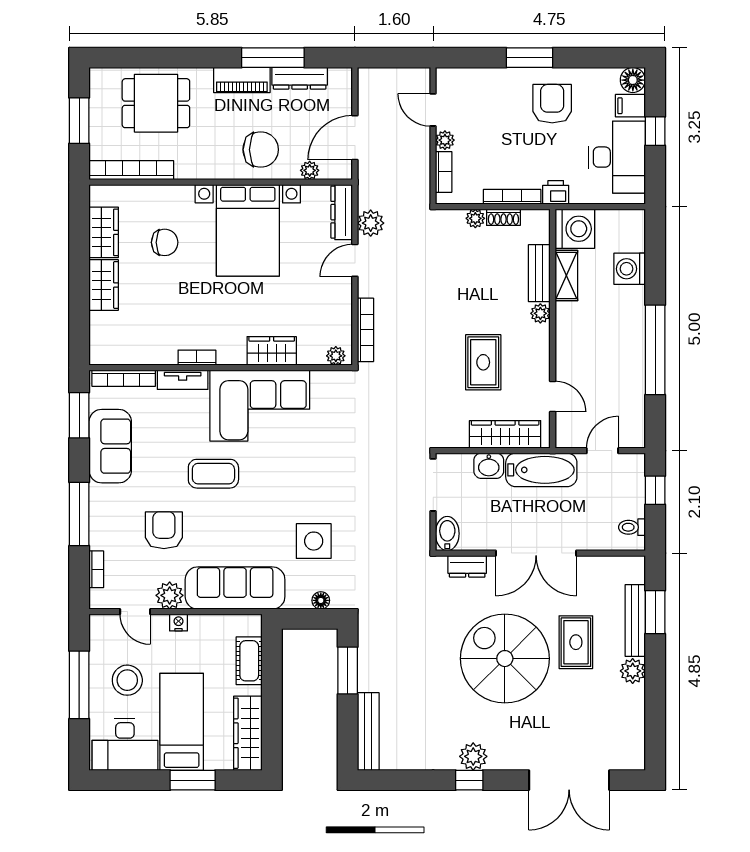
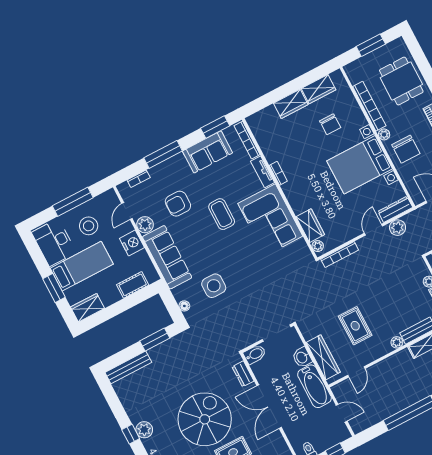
bookcase: (131, 170) -> (369, 106), moved
plant: (310, 170) -> (384, 134), moved
door: (355, 260) -> (373, 230), hinge flipped
wardrobe: (272, 351) -> (310, 226), moved
rug: (483, 362) -> (355, 326), turned 90
armchair: (164, 530) -> (178, 204), turned 180
nightstand: (179, 623) -> (132, 243), width x1.89, depth x1.79
wardrobe: (248, 733) -> (87, 308), width x0.67

